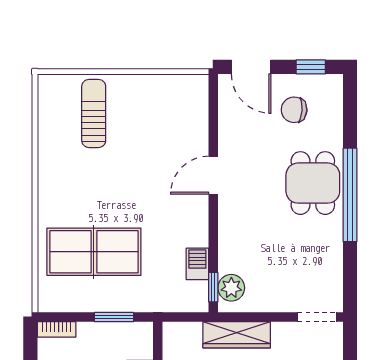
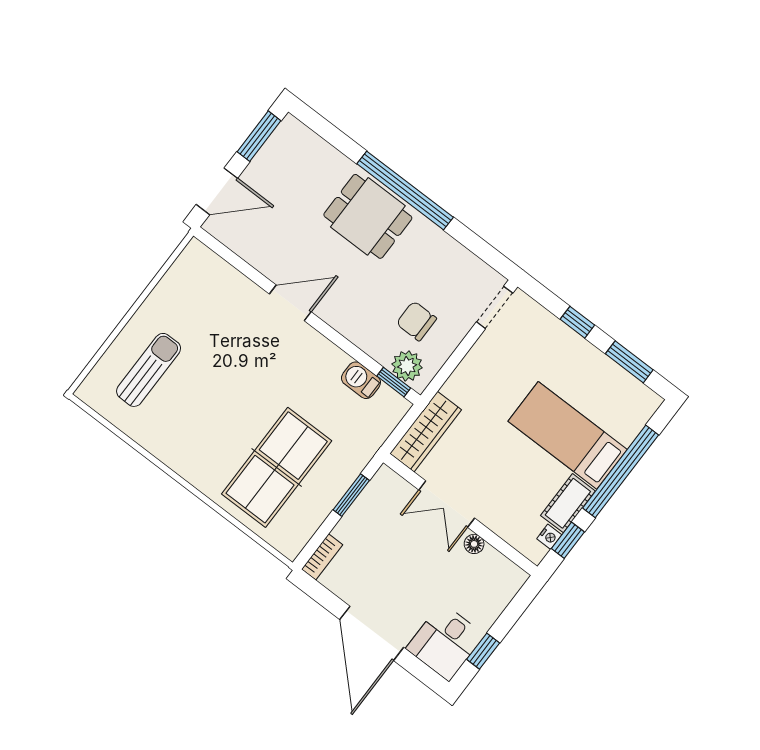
window: (311, 67) -> (259, 136), width x1.50
chair: (294, 110) -> (416, 321), moved, turned 86
sun lounger: (94, 113) -> (149, 370), turned 90
door: (213, 175) -> (290, 303), swing flipped
wardrobe: (237, 335) -> (426, 432), moved

